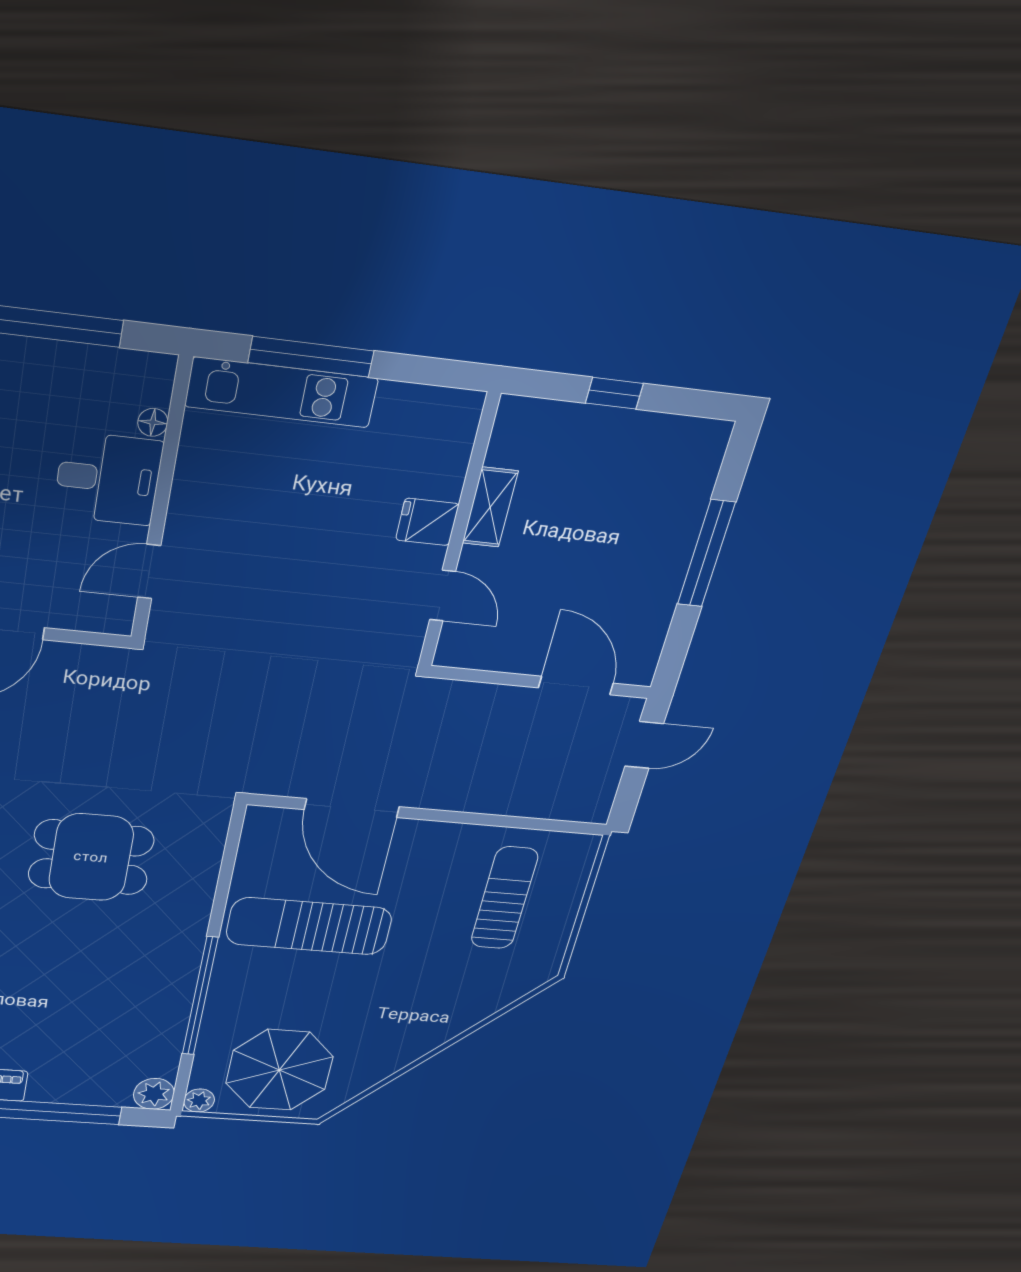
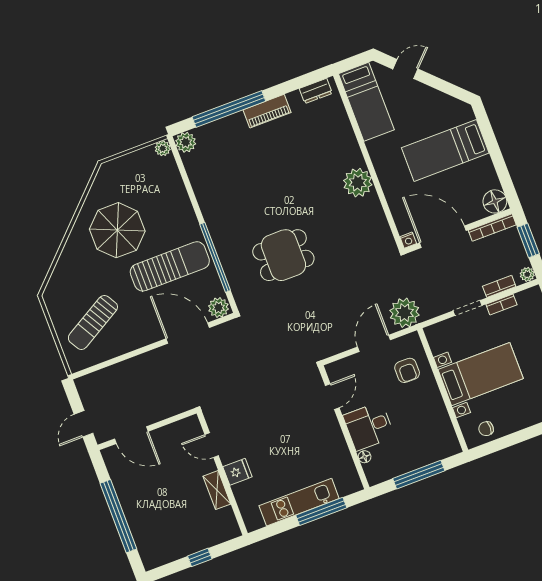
kitchen unit: (282, 392) -> (299, 502), moved
window: (706, 554) -> (118, 516), width x1.46
plant: (267, 825) -> (218, 308), added
sun lounger: (504, 898) -> (93, 322), turned 60
window: (200, 996) -> (215, 257), moved
parasol: (279, 1070) -> (117, 230), moved

